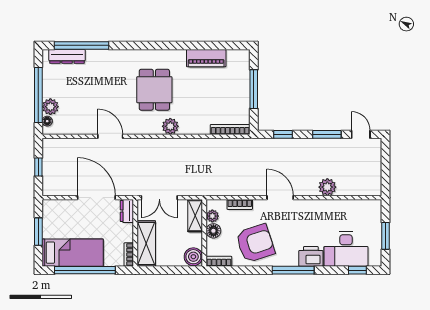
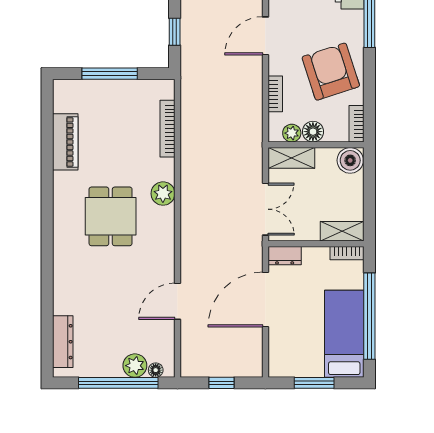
window: (81, 45) -> (47, 321), removed
dining table: (154, 90) -> (111, 216), turned 90
bookcase: (230, 129) -> (168, 129), moved
door: (110, 136) -> (177, 301), moved
shelving: (146, 244) -> (342, 231), width x0.67, depth x0.75

